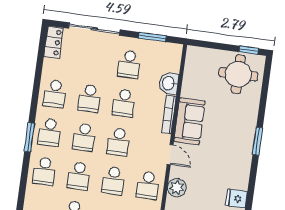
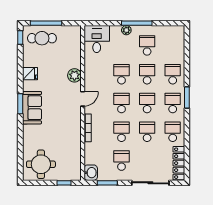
locker: (54, 42) -> (179, 163), width x1.53
window: (249, 50) -> (64, 183), moved
washbasin: (169, 83) -> (91, 173), moved
sofa: (189, 121) -> (32, 108), moved, turned 180
window: (258, 141) -> (20, 104), moved
door: (170, 155) -> (83, 99), swing flipped
school desk: (148, 185) -> (96, 74), removed

